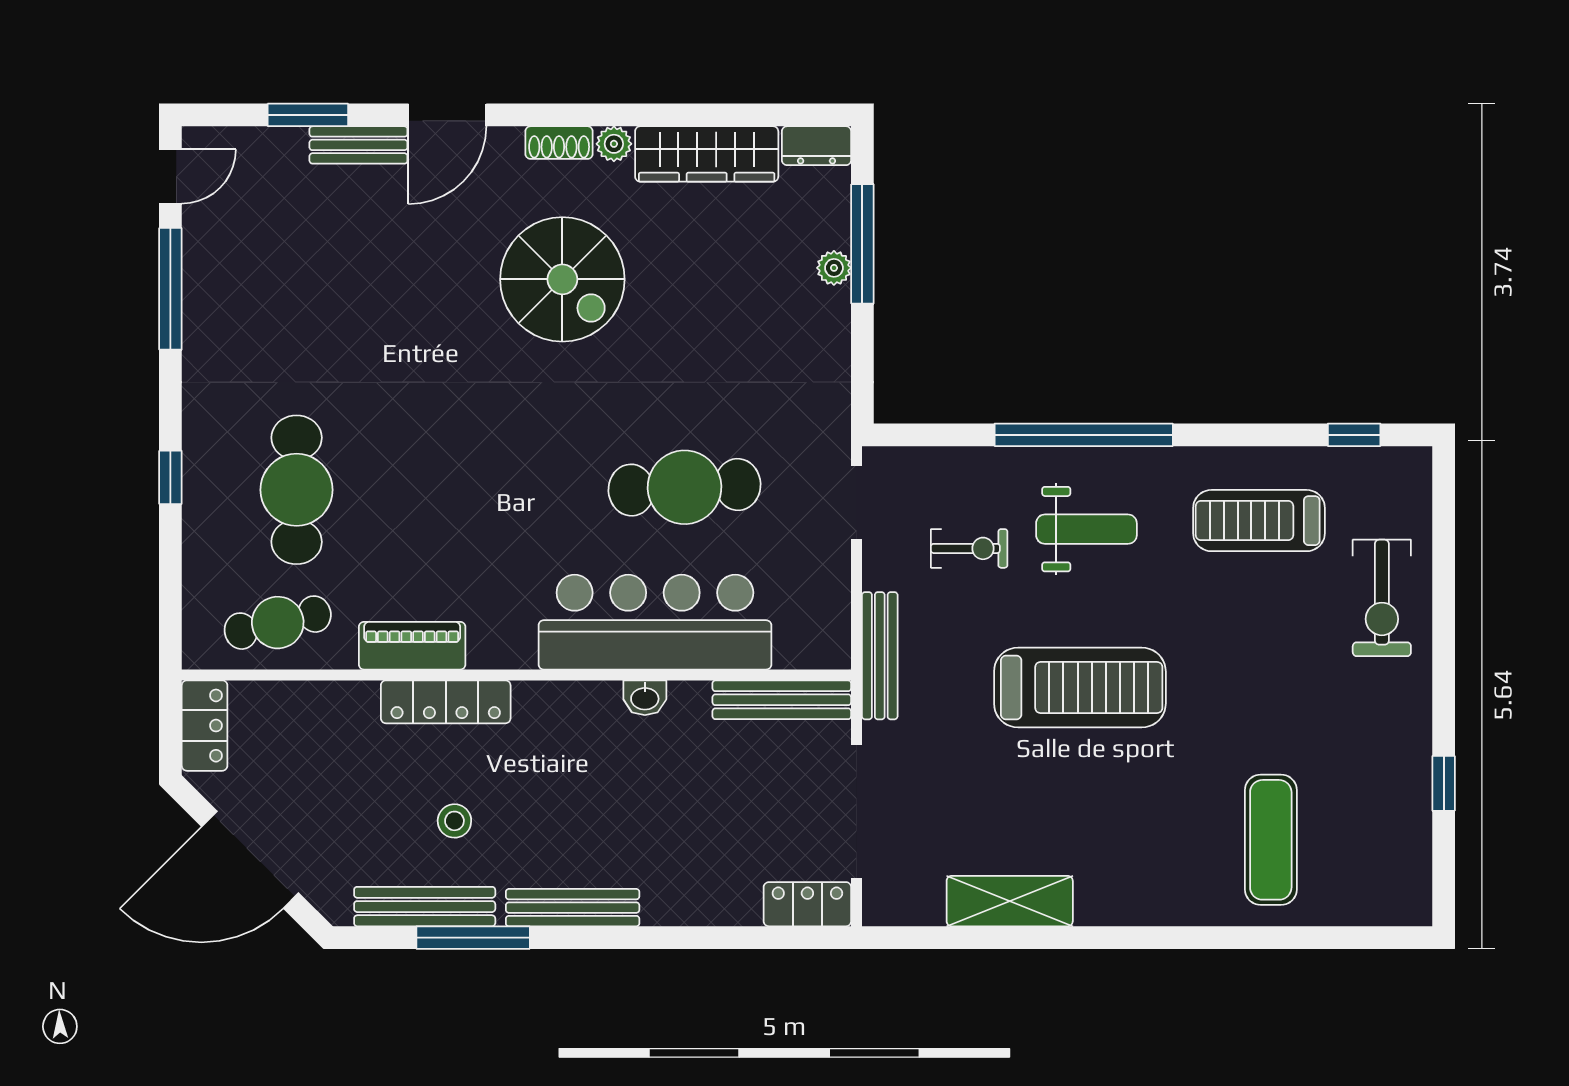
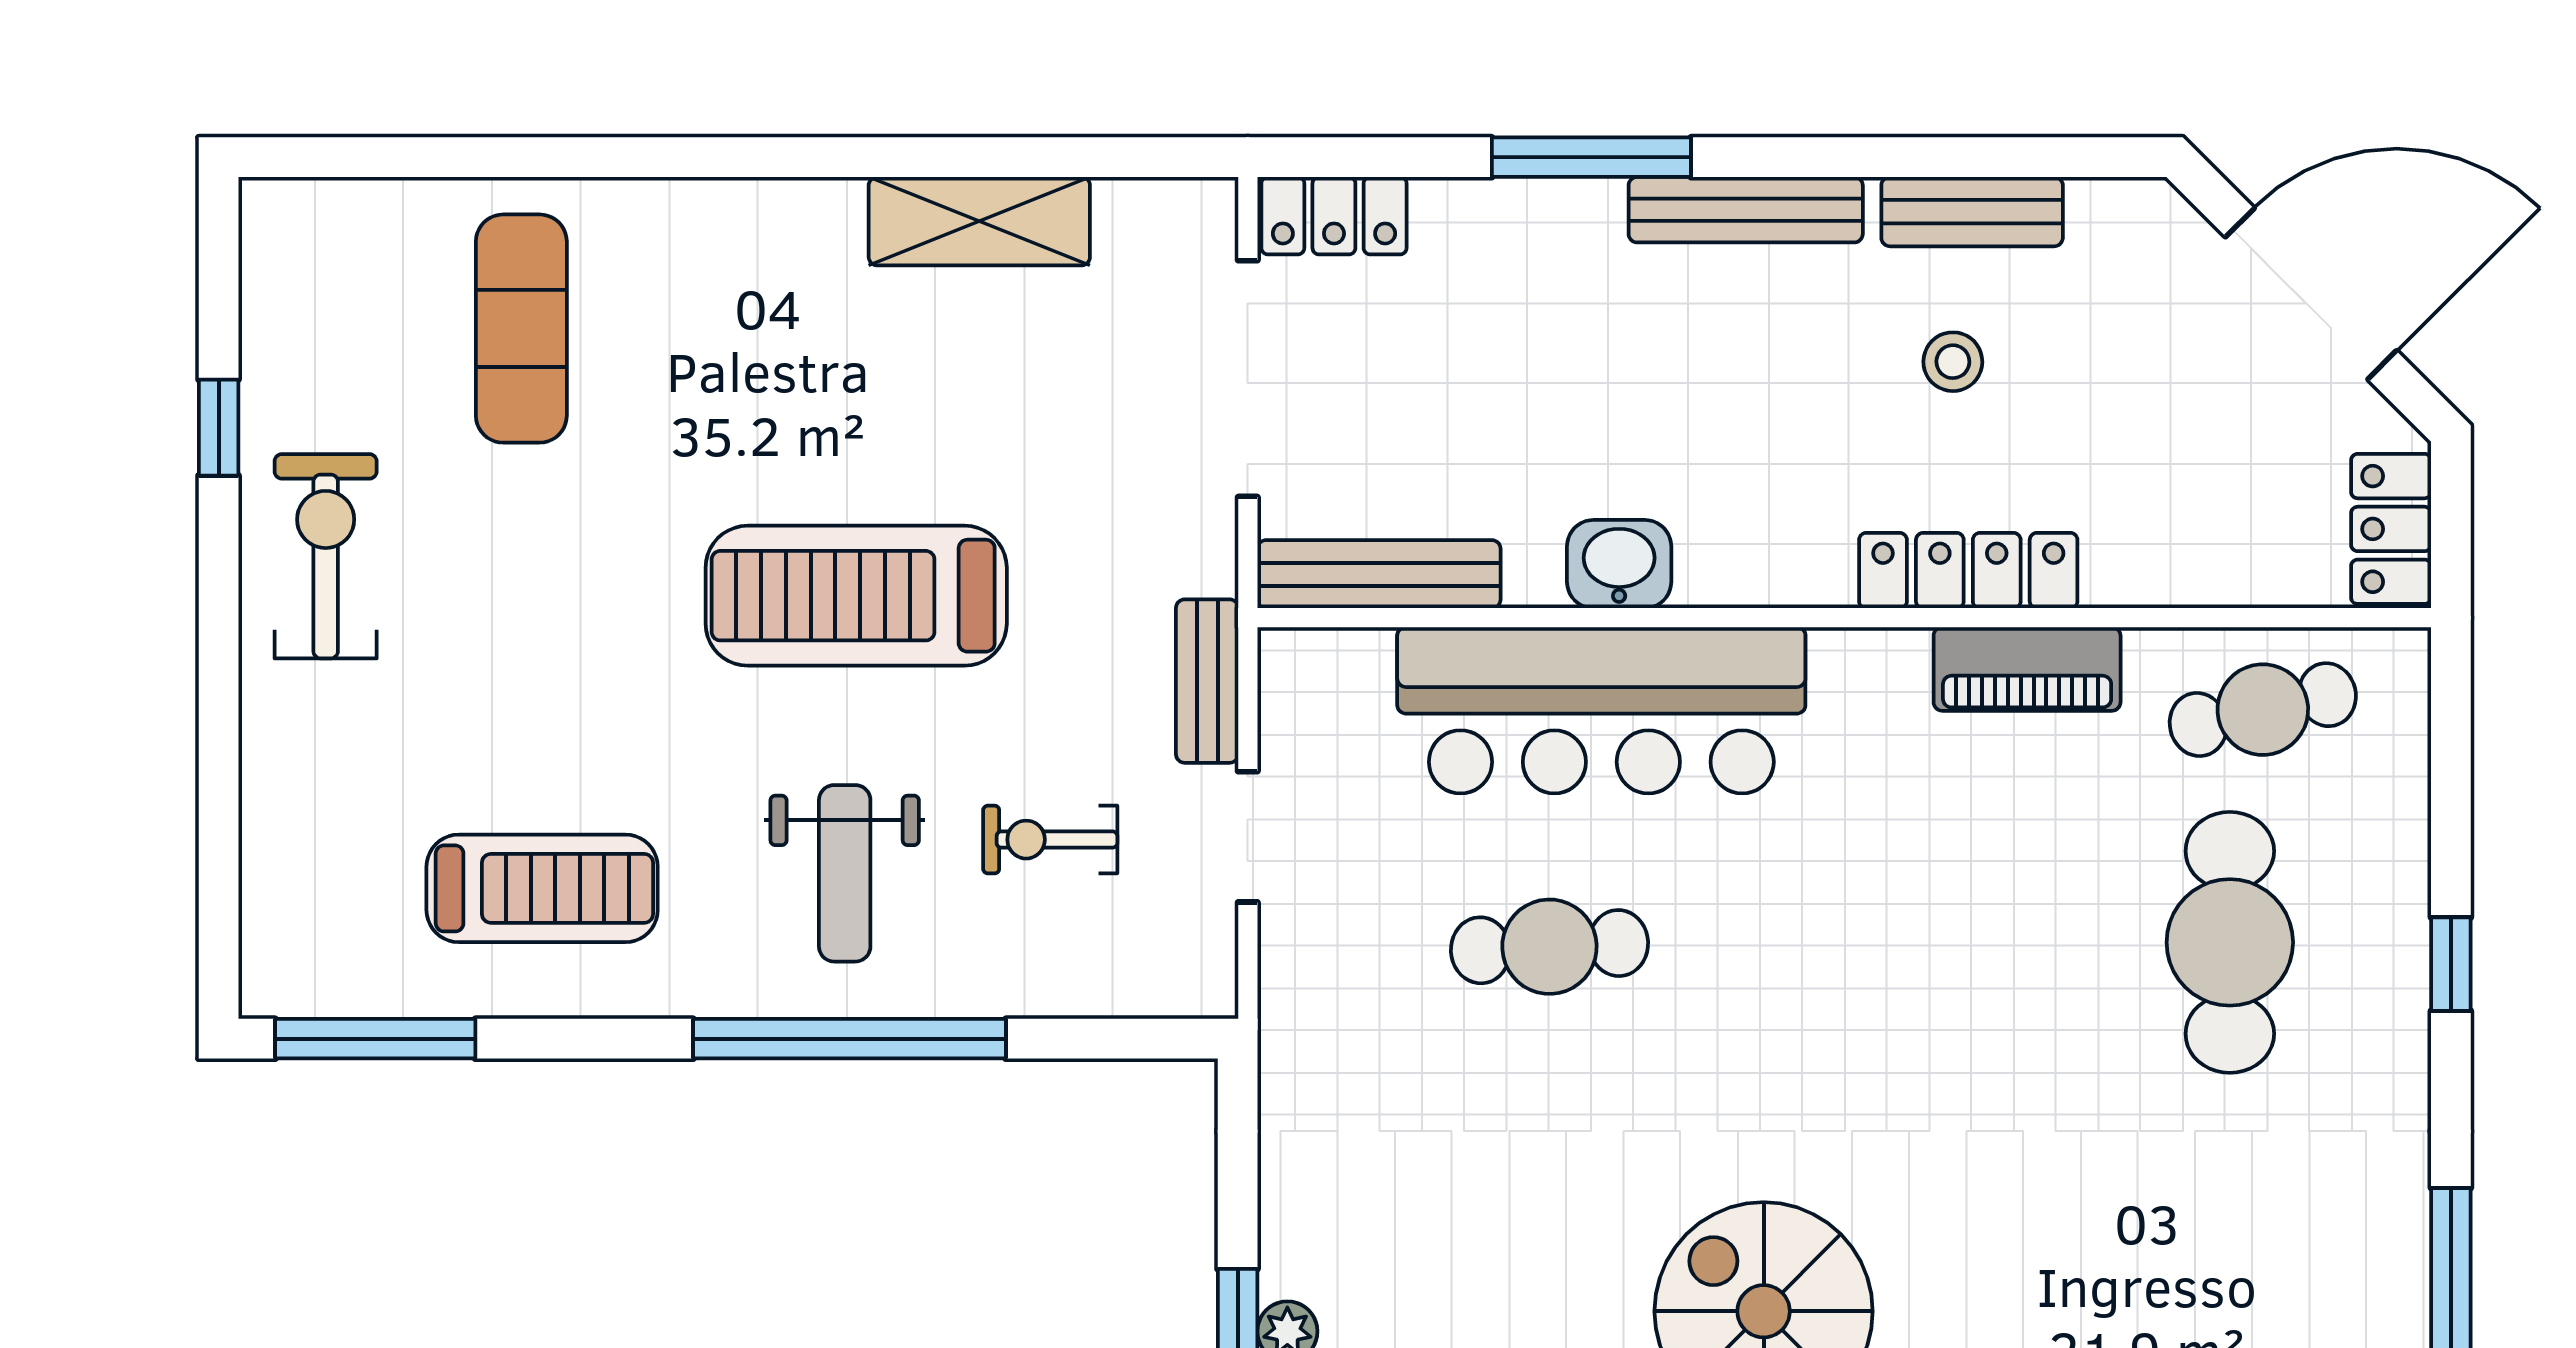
window: (1354, 435) -> (375, 1039), width x2.17
cafe table: (684, 487) -> (1549, 947), width x0.73, depth x0.74
doorway: (857, 502) -> (1248, 837), moved
weight bench: (1086, 529) -> (845, 873), turned -90
exercise bike: (1382, 598) -> (326, 556), moved
bench: (880, 656) -> (1207, 681), width x0.73
washbasin: (645, 698) -> (1619, 564), width x1.38, depth x1.45
bench: (425, 907) -> (1972, 212), width x0.73
window: (473, 938) -> (1591, 157), moved

